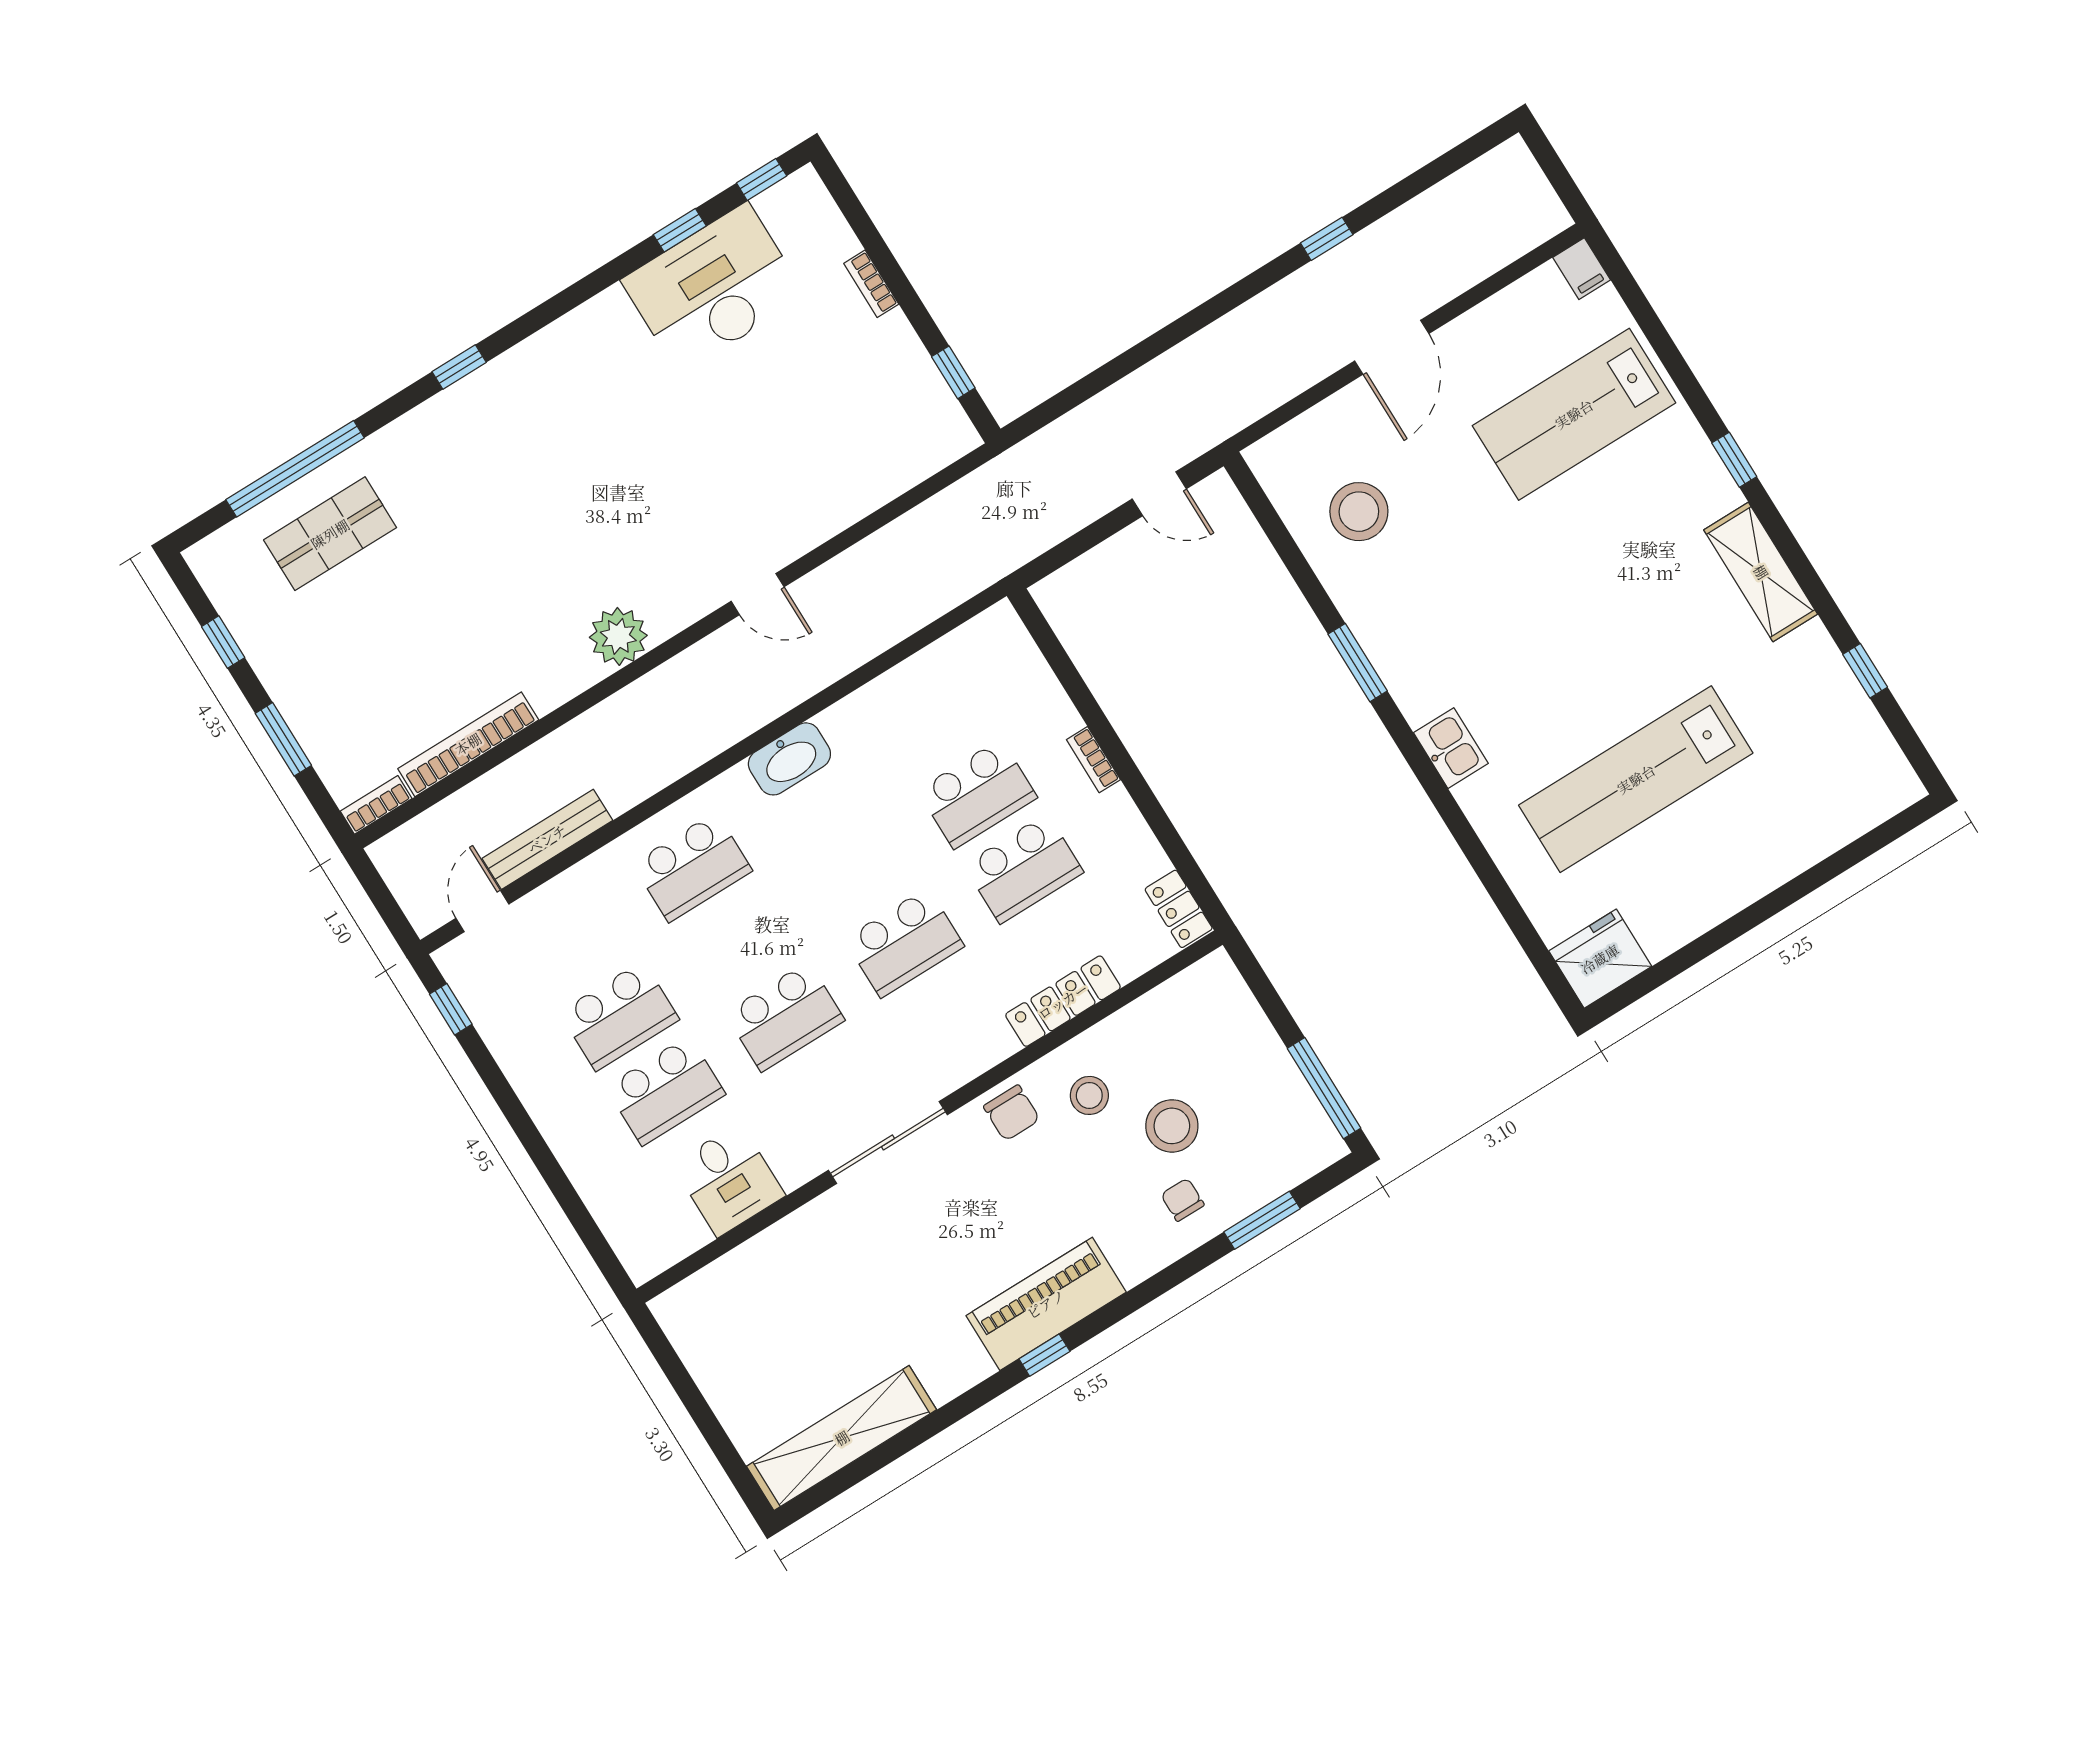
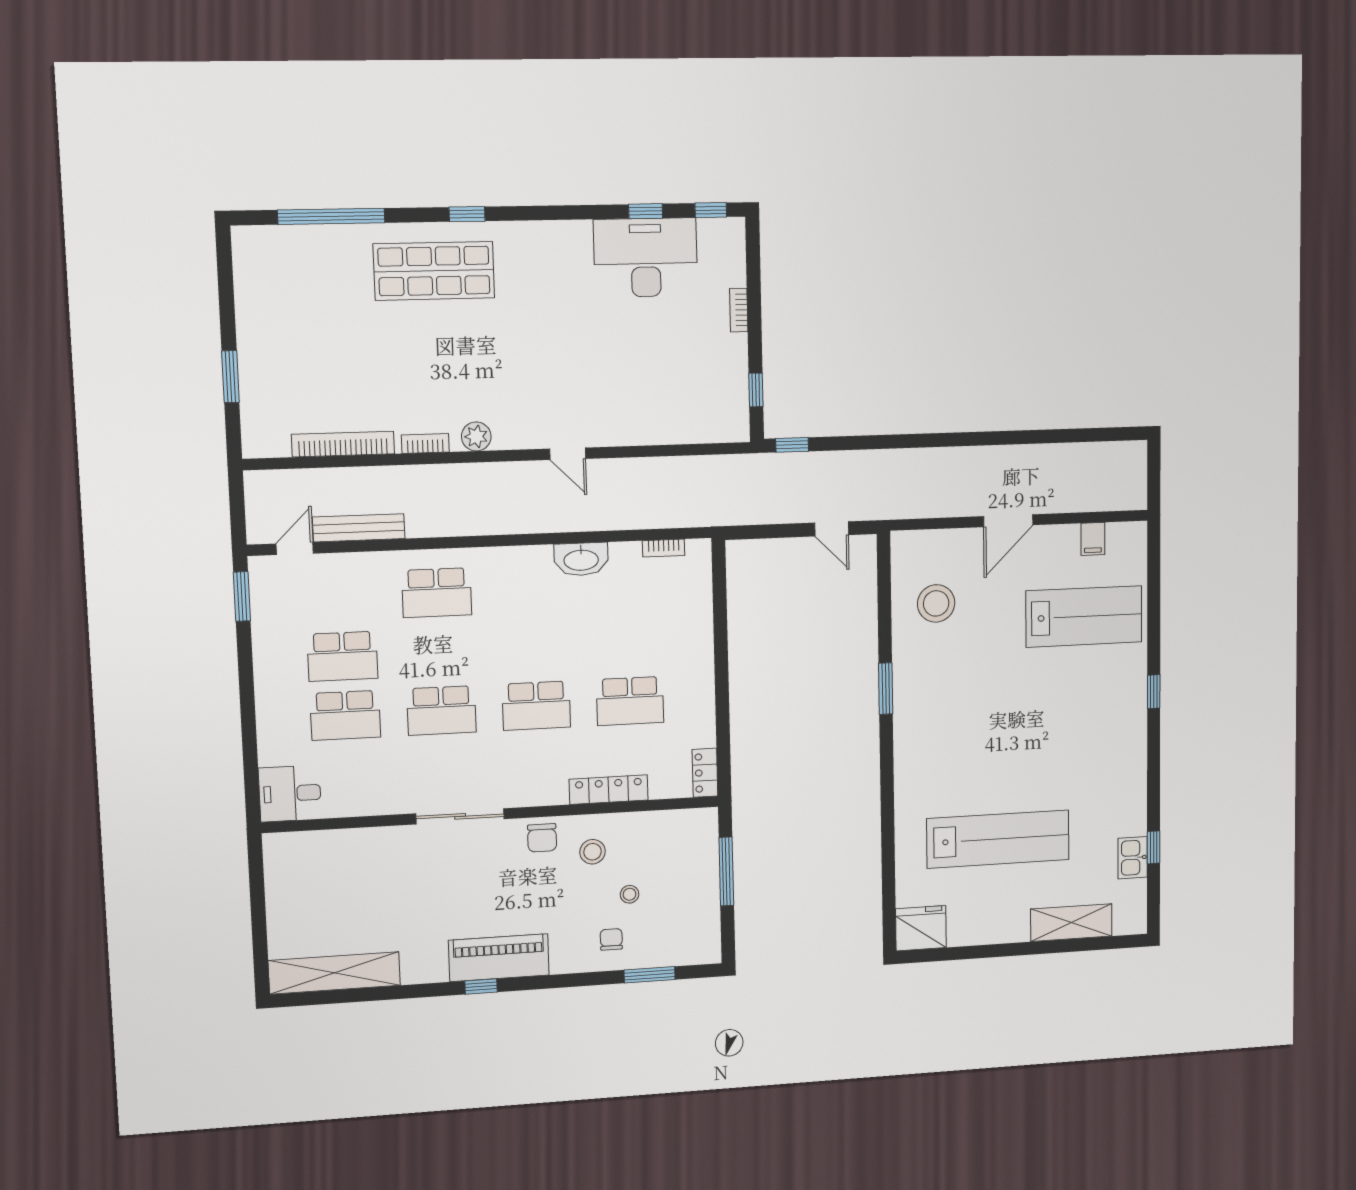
window: (1327, 239) -> (792, 445), moved
filing cabinet: (1582, 269) -> (1093, 539), moved
lab bench: (1574, 414) -> (1084, 616), turned 180
shop shelf: (330, 534) -> (434, 271), moved, width x1.43, depth x1.36
shelving: (1761, 572) -> (1071, 923), moved, turned 90
plant: (618, 636) -> (476, 436), width x0.73, depth x0.73
window: (223, 642) -> (226, 296), removed
kitchen sink: (1451, 748) -> (1133, 858), moved, turned 180
washbasin: (789, 759) -> (581, 559), moved
bookcase: (1093, 760) -> (664, 548), moved, turned -90
lab bench: (1636, 779) -> (998, 839), turned 180
school desk: (977, 794) -> (628, 643), removed
bookcase: (376, 805) -> (425, 443), moved
window: (451, 1009) -> (242, 596), width x1.50
window: (1324, 1088) -> (726, 871), moved
stool: (1172, 1126) -> (630, 894), width x0.53, depth x0.53
desk: (729, 1180) -> (290, 794), moved, turned 90

